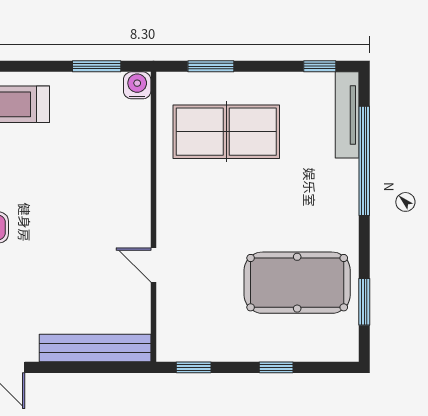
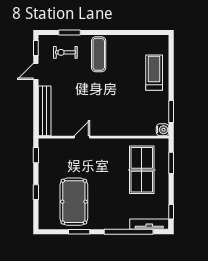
window: (364, 302) -> (79, 232), moved

